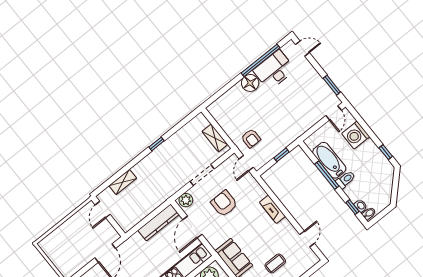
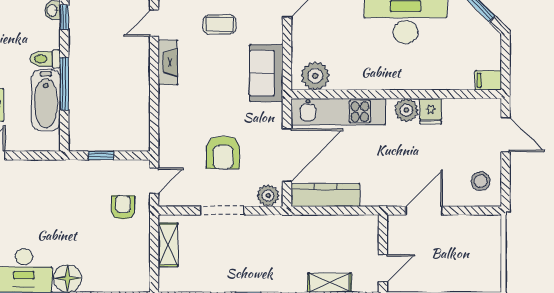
fireplace: (272, 209) -> (168, 62), moved
door: (192, 227) -> (287, 155), width x1.36

